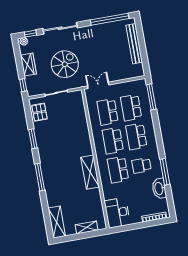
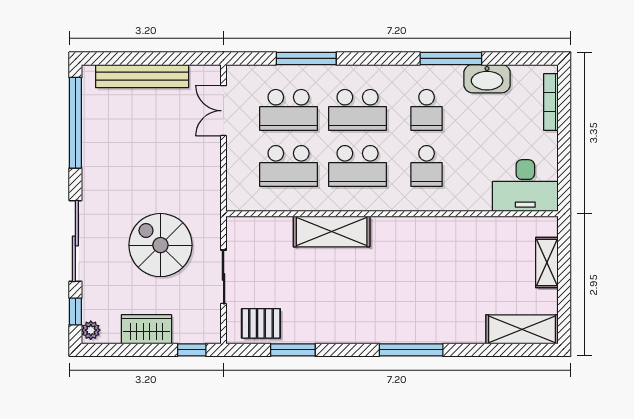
double door: (98, 85) -> (224, 111), moved
window: (151, 97) -> (306, 58), moved
window: (33, 139) -> (293, 350), moved
school desk: (118, 170) -> (427, 166), width x0.54
shelving: (90, 172) -> (332, 232), moved

